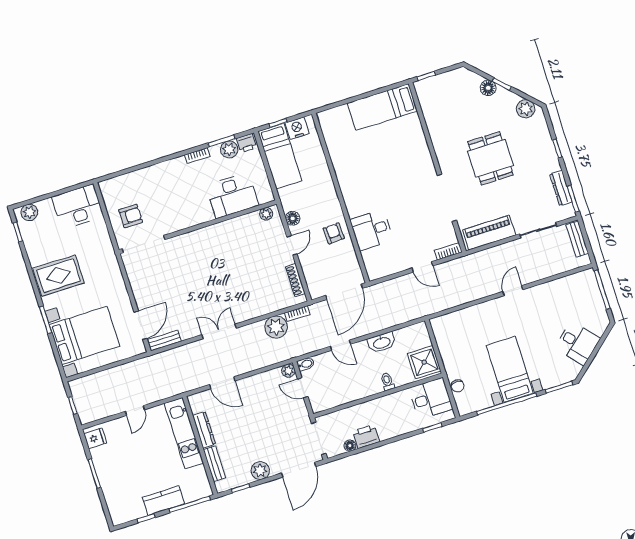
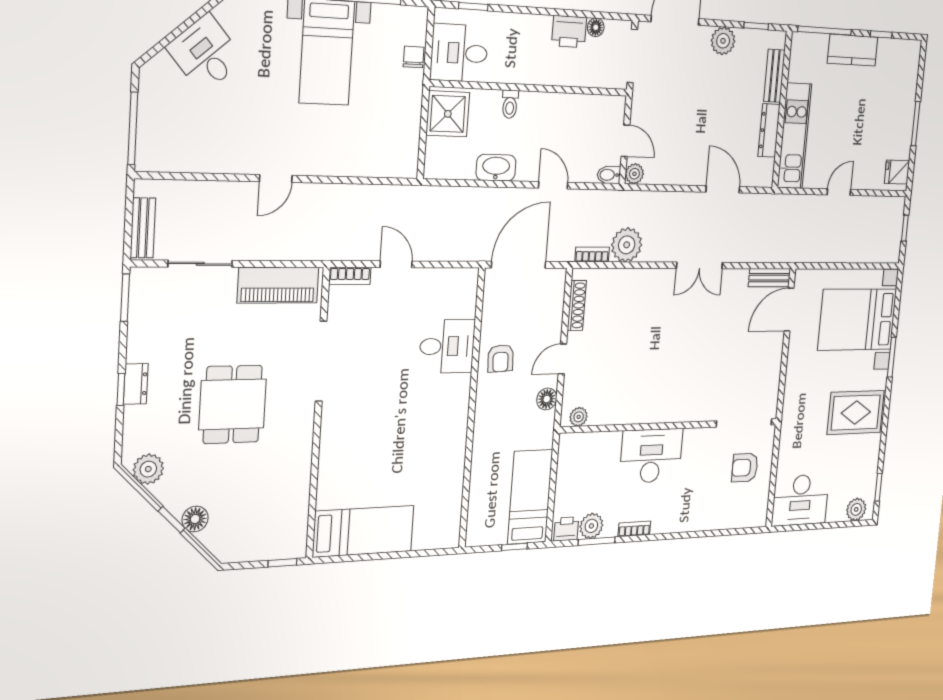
nightstand: (297, 128) -> (492, 532), removed
dresser: (561, 188) -> (136, 384), moved, width x0.70
desk: (232, 195) -> (651, 456), moved

